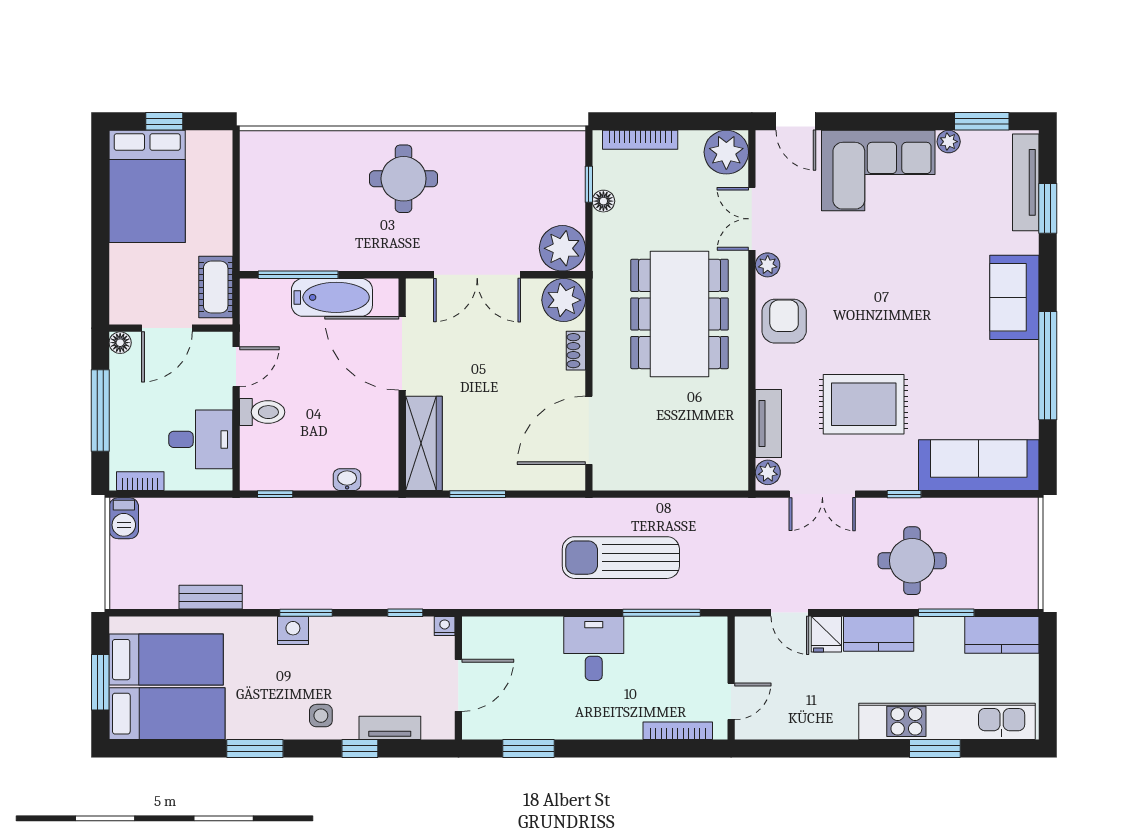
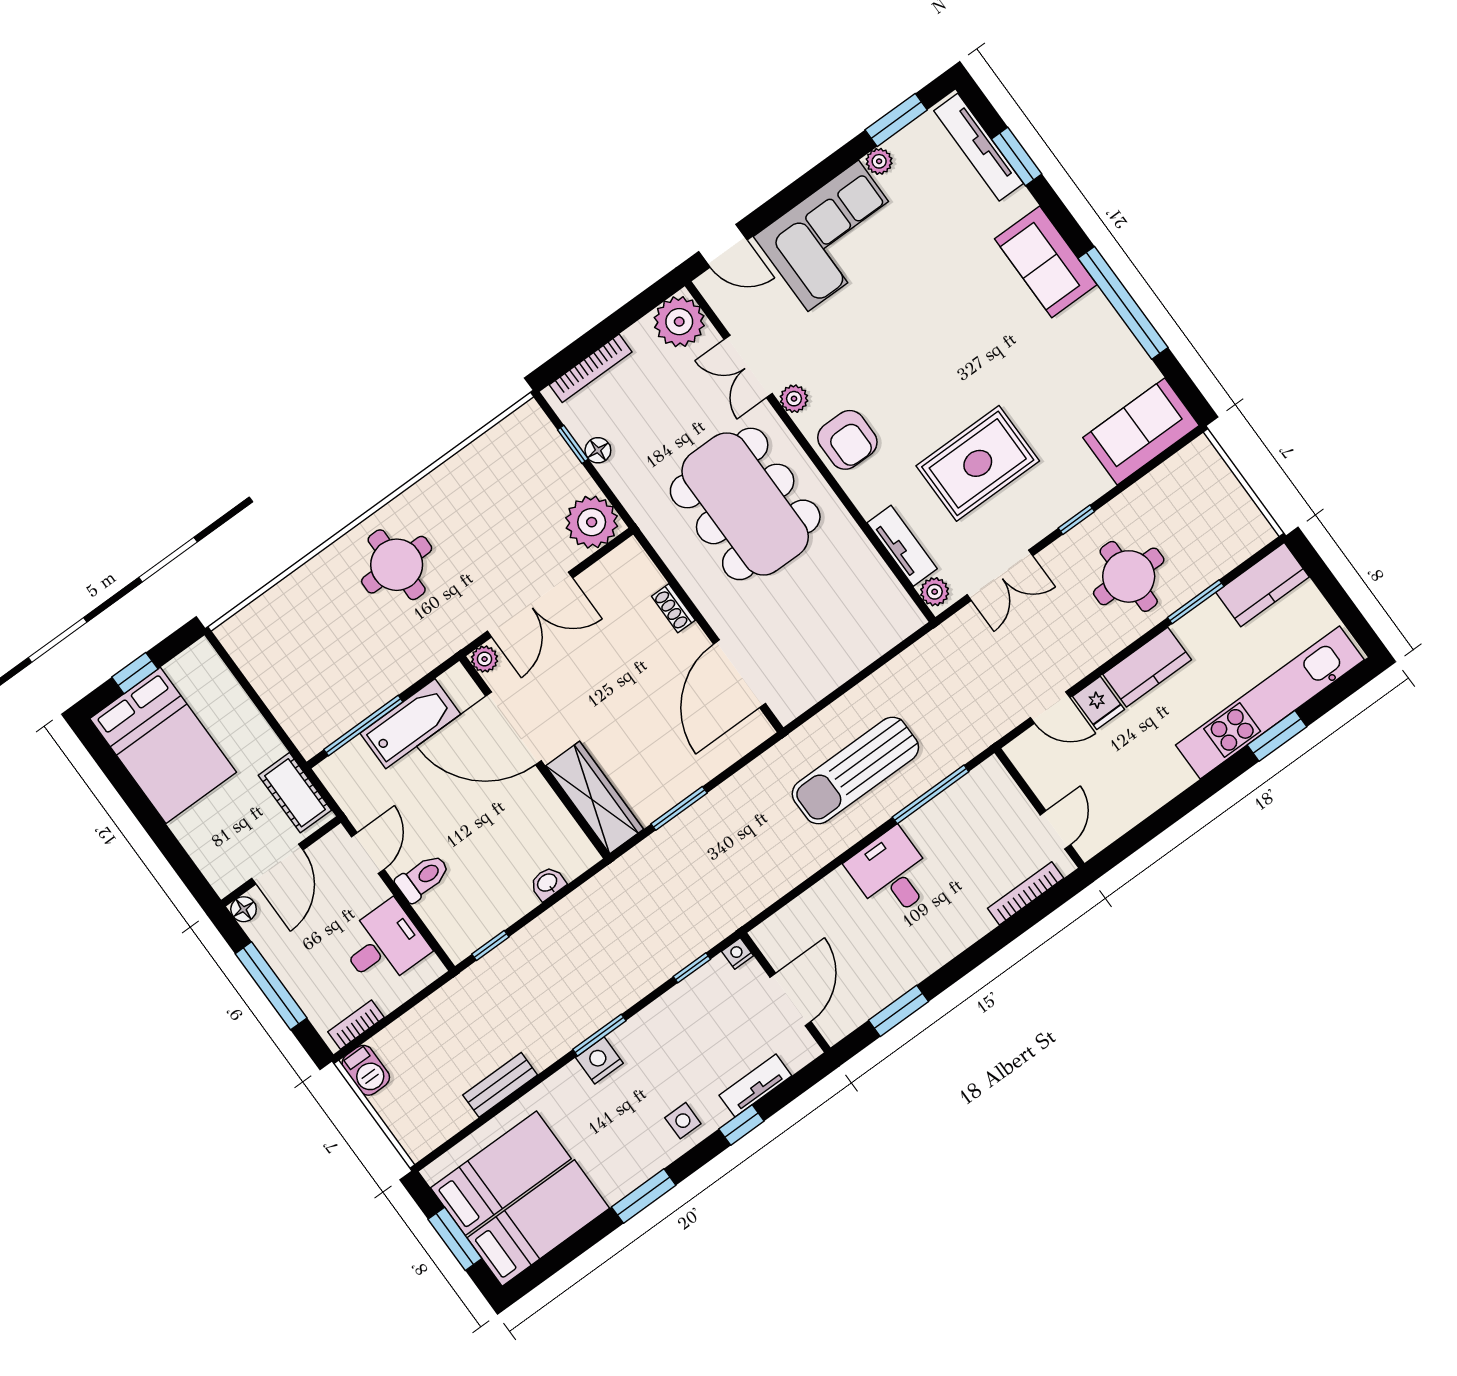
plant: (564, 300) -> (485, 659), moved, width x0.53, depth x0.53
armchair: (784, 321) -> (847, 440), turned 180
sofa: (979, 465) -> (1141, 431), width x0.73

